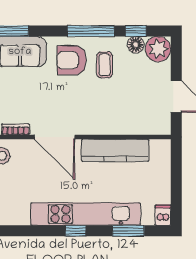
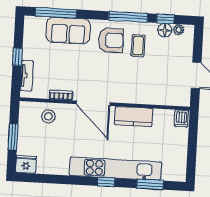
plant: (158, 49) -> (179, 30), width x0.53, depth x0.53
armchair: (72, 60) -> (111, 40), turned 180
kitchen counter: (115, 150) -> (134, 117), width x0.67
dishwasher: (163, 215) -> (181, 118), moved, turned 180

